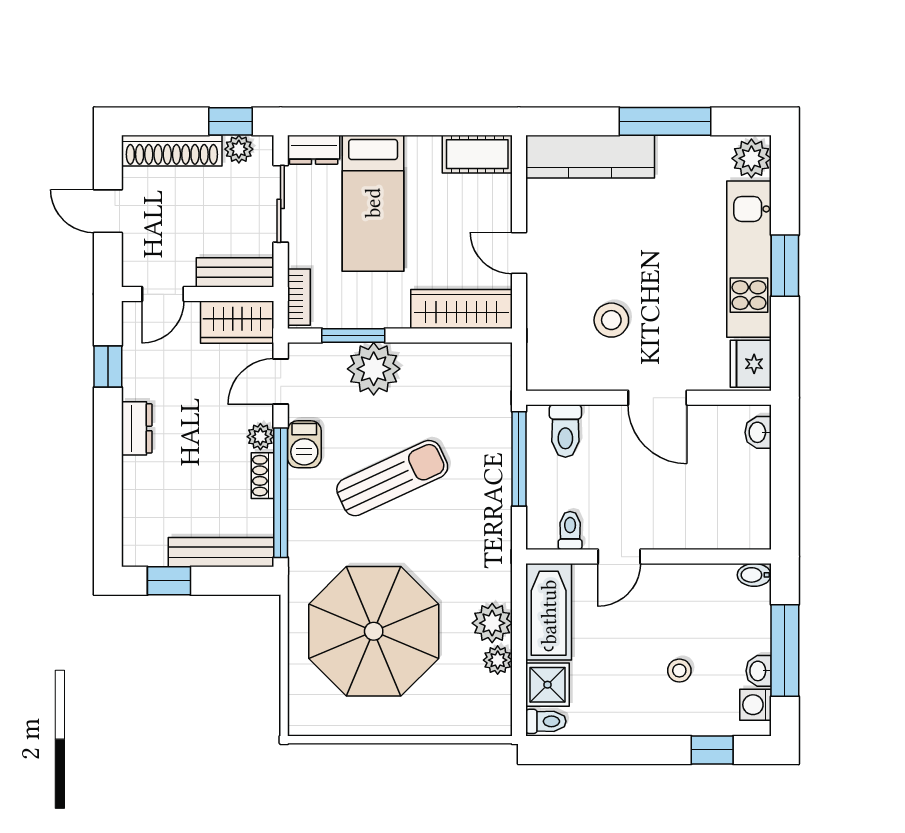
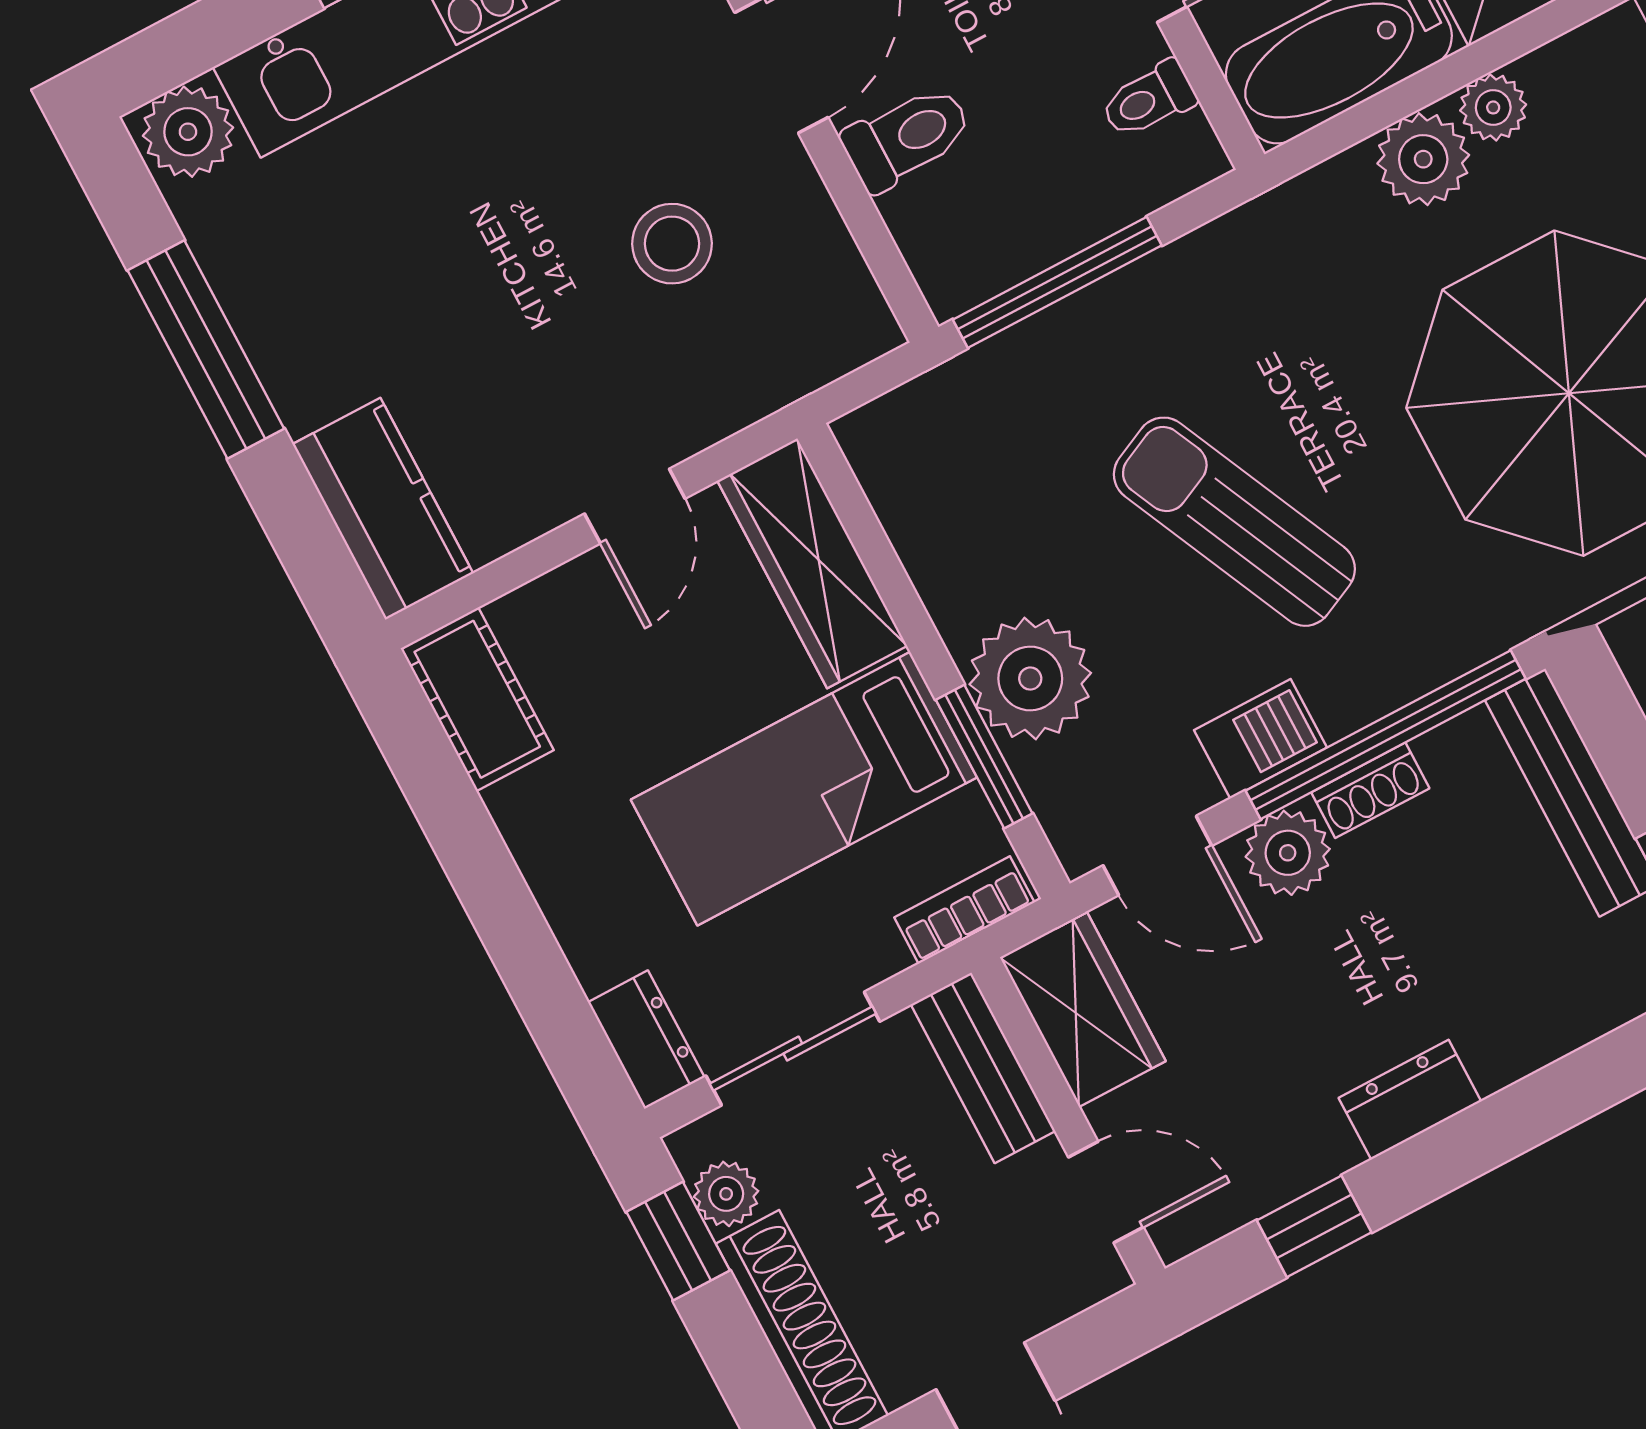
kitchen counter: (590, 157) -> (383, 509), width x0.67
bed: (373, 203) -> (804, 789), moved, turned 180
toilet: (565, 431) -> (907, 138), moved
plant: (260, 437) -> (1288, 853), width x1.38, depth x1.38

